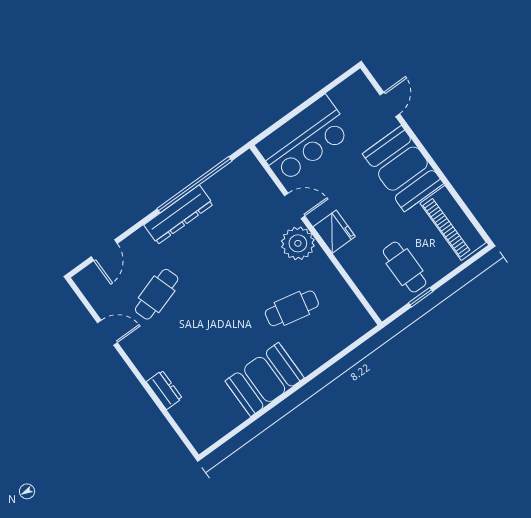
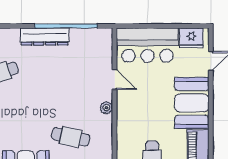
fridge: (334, 232) -> (191, 38), moved, turned 90
plant: (298, 243) -> (106, 108), width x0.53, depth x0.53

